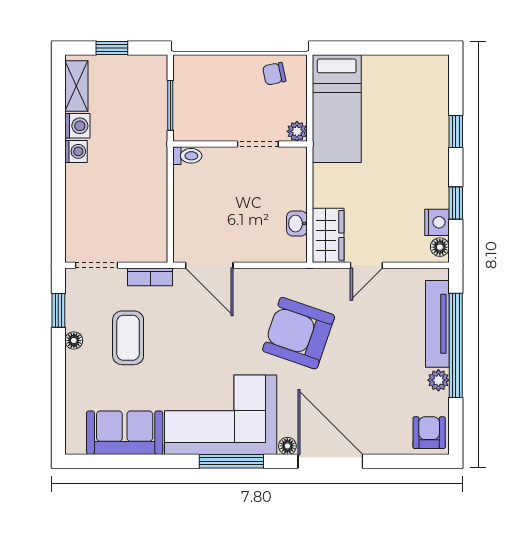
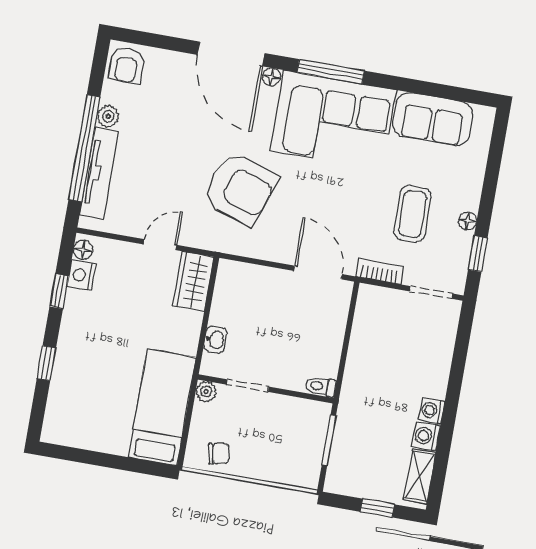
washbasin: (297, 223) -> (215, 340), moved

